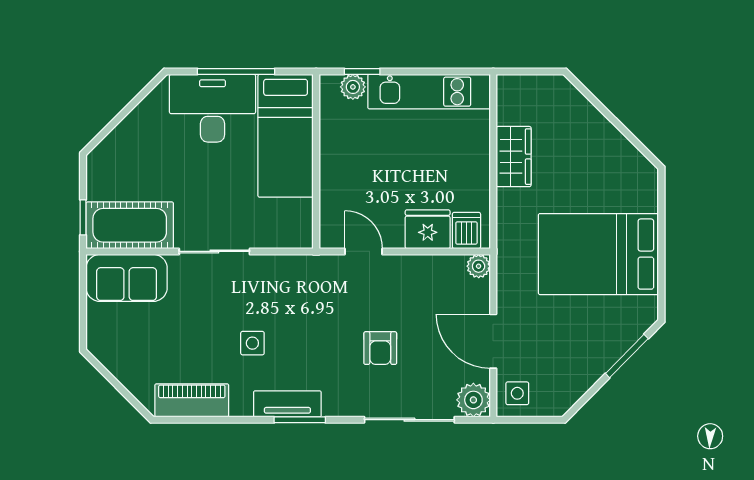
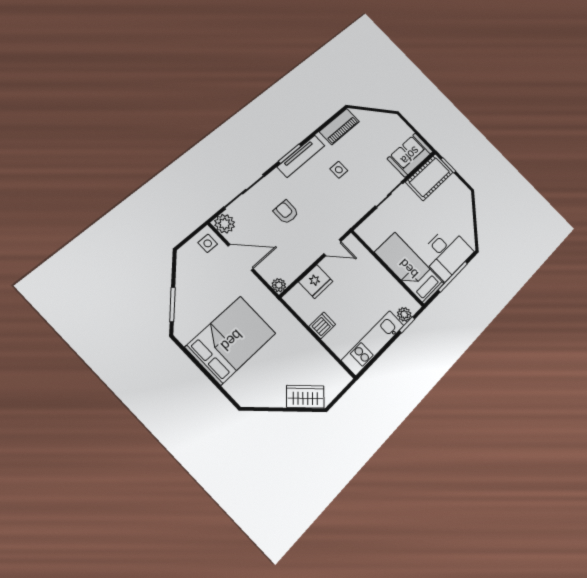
wardrobe: (514, 157) -> (305, 397), moved, turned 135
dishwasher: (466, 230) -> (322, 325), moved, turned -90
tv unit: (287, 404) -> (301, 156), width x1.41

